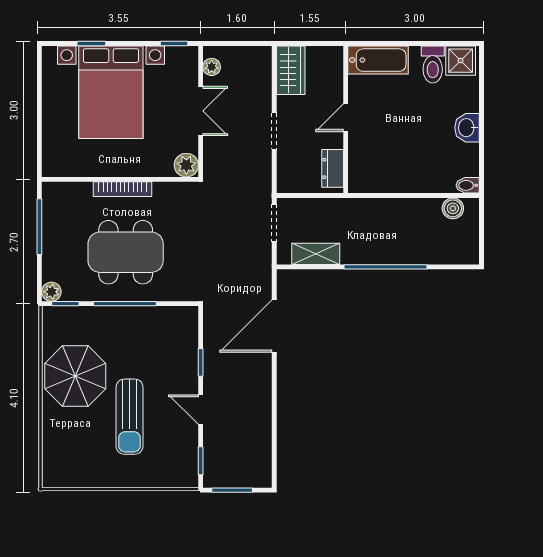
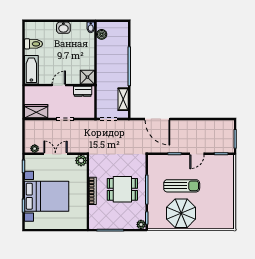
shower: (461, 61) -> (87, 77), moved
door: (346, 118) -> (59, 85), swing flipped
dining table: (126, 252) -> (122, 189), width x0.73
sun lounger: (130, 417) -> (182, 186), moved

